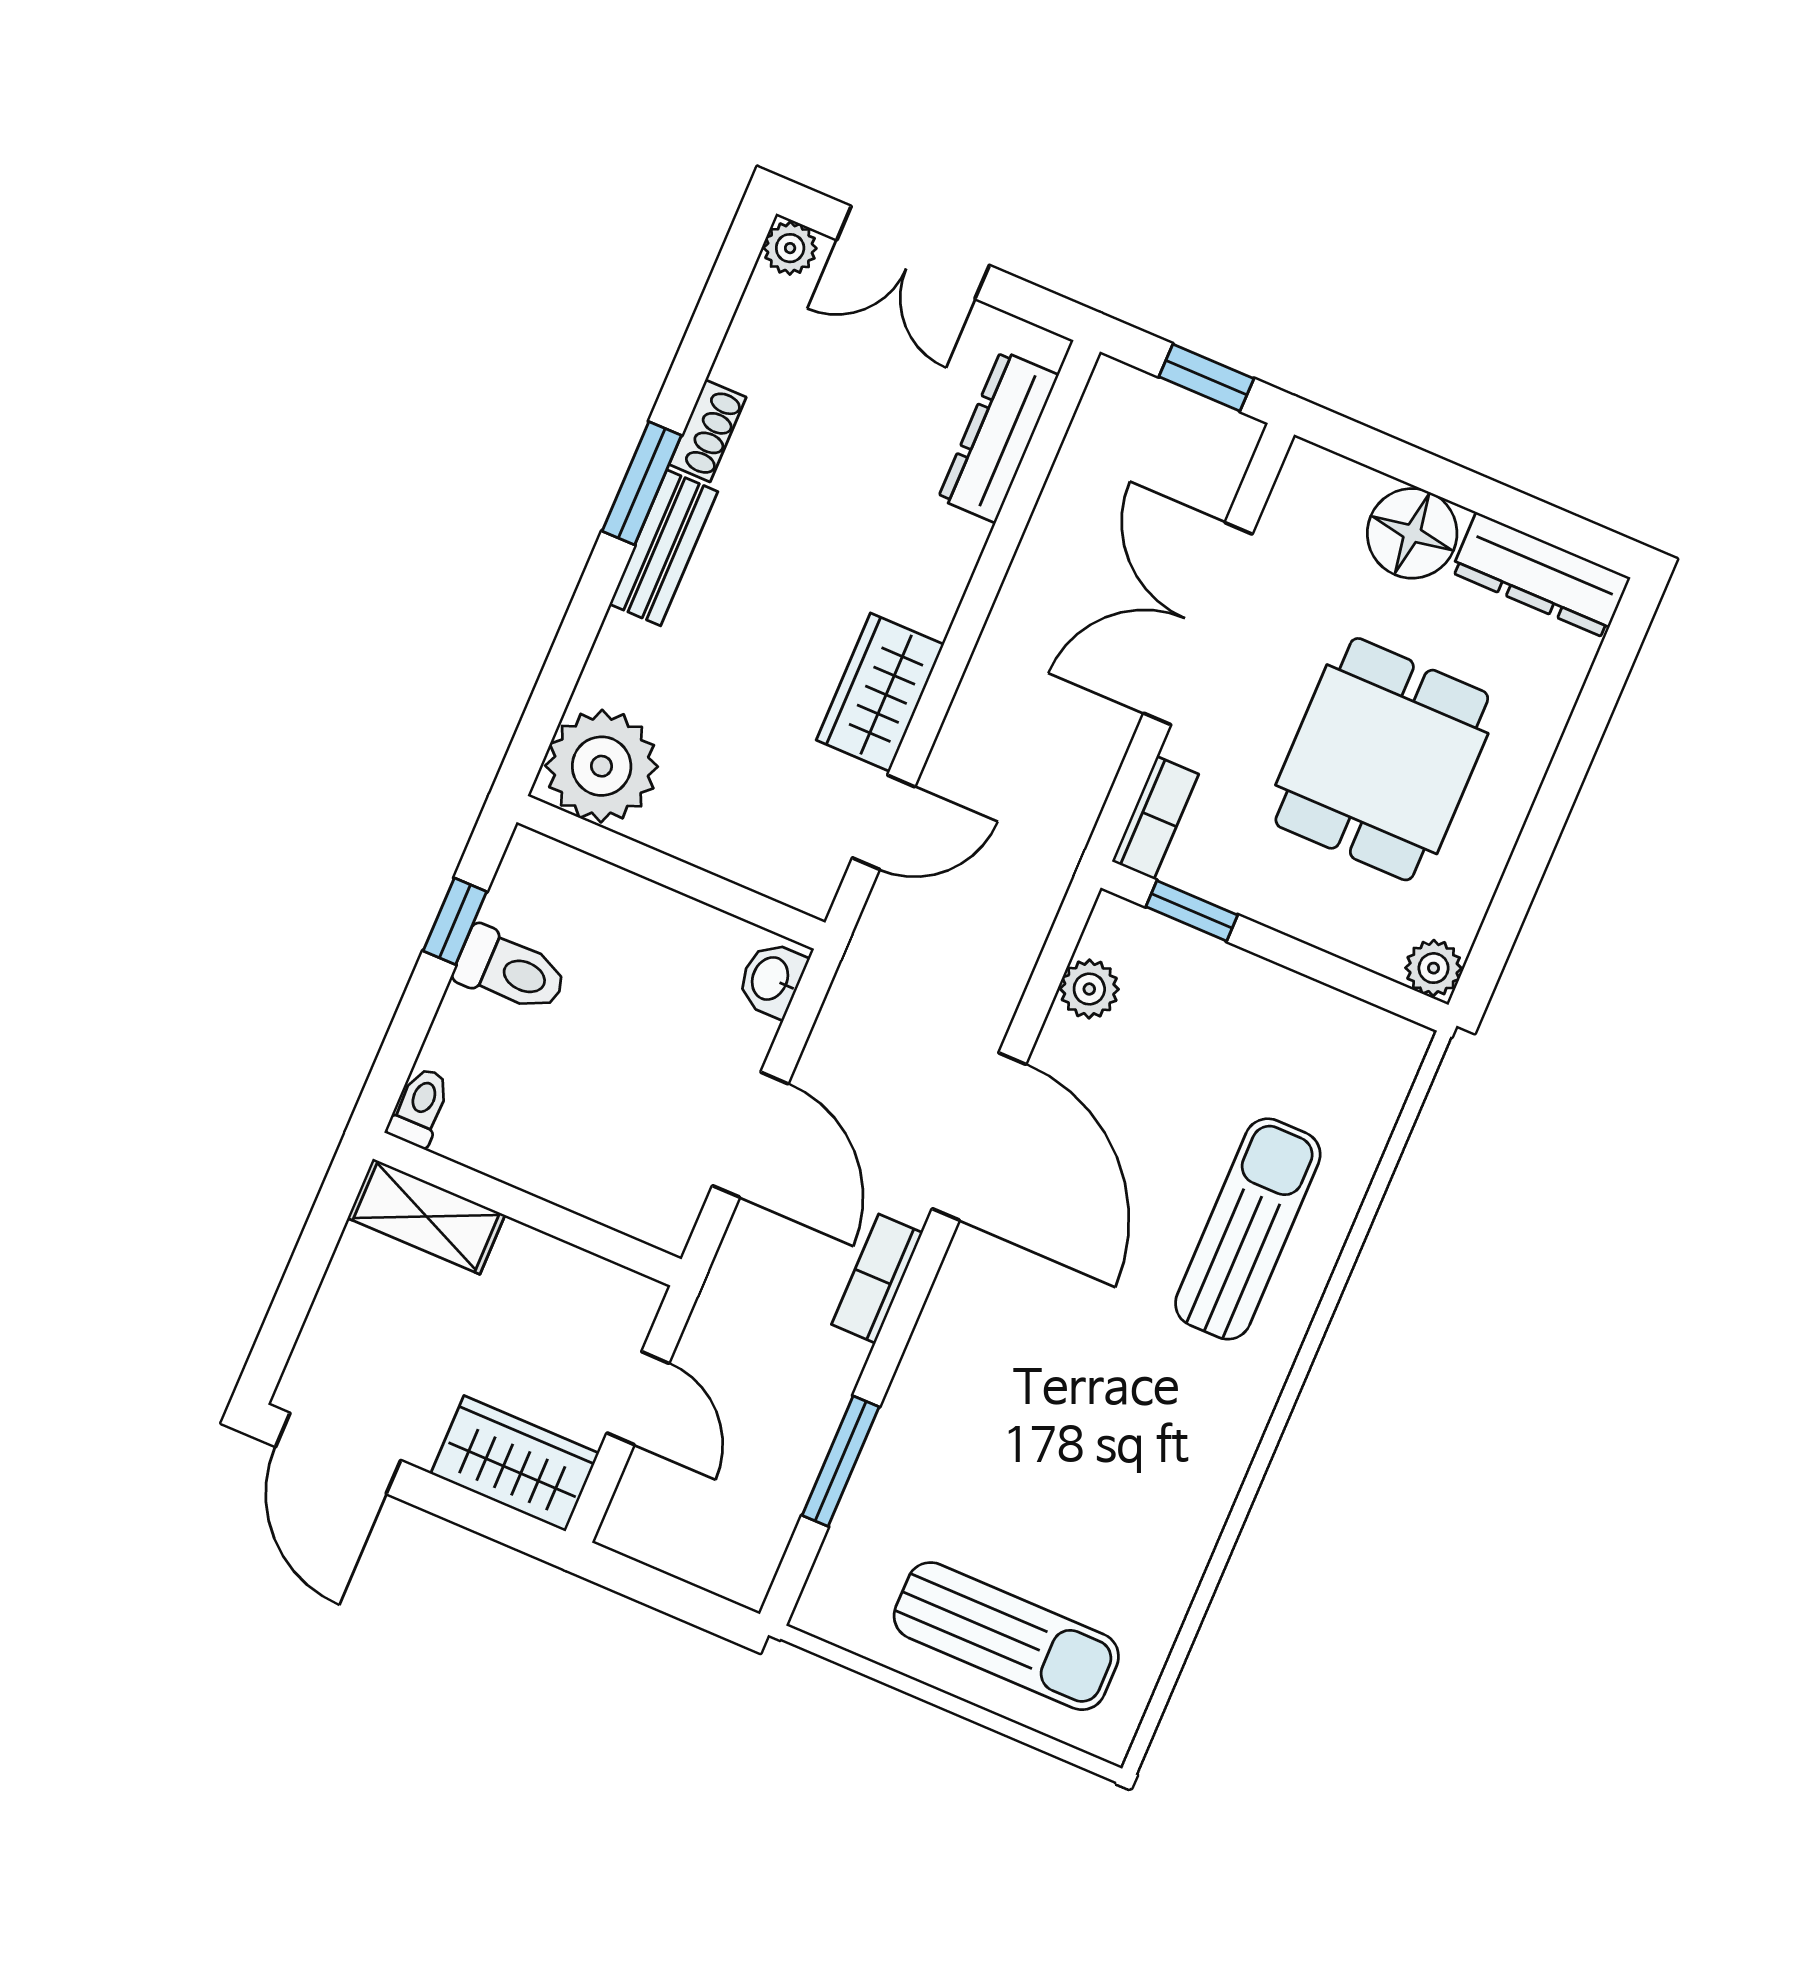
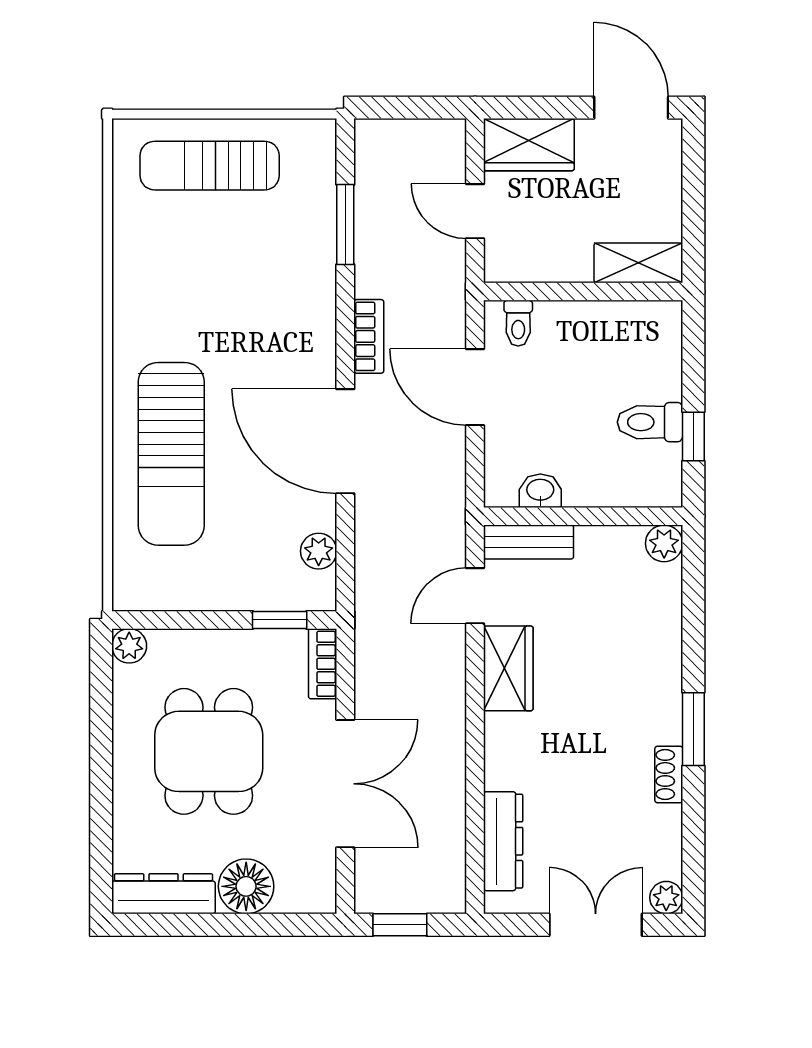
bench: (664, 548) -> (529, 542), moved, turned 90
plant: (602, 766) -> (664, 543), width x0.53, depth x0.53
washbasin: (771, 979) -> (540, 491), moved, turned -90
toilet: (420, 1107) -> (518, 323), moved
sun lounger: (1248, 1229) -> (171, 454), width x1.36, depth x1.34

